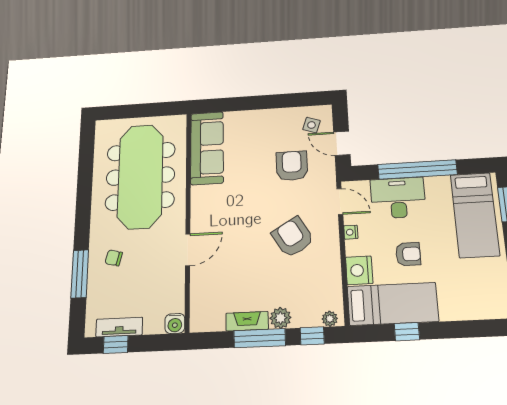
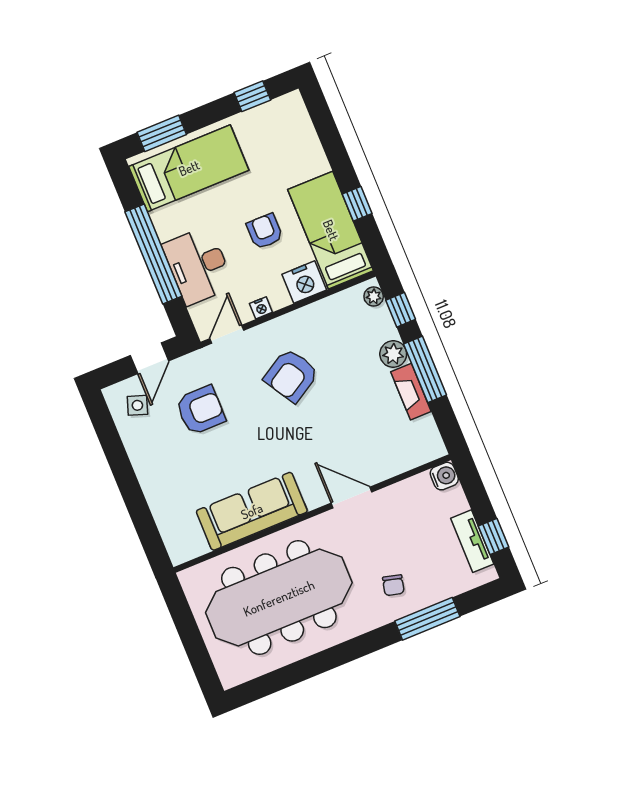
sofa: (207, 148) -> (252, 511), moved
armchair: (292, 166) -> (201, 410), turned 180

